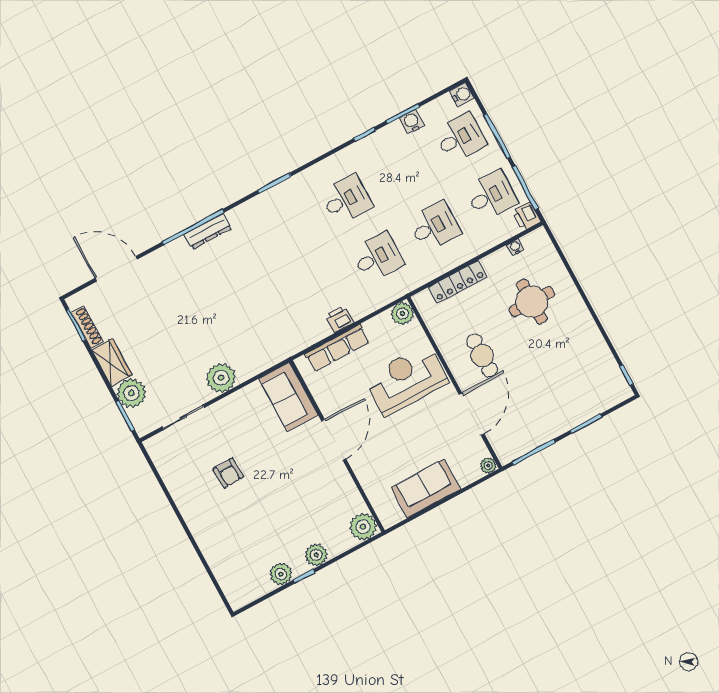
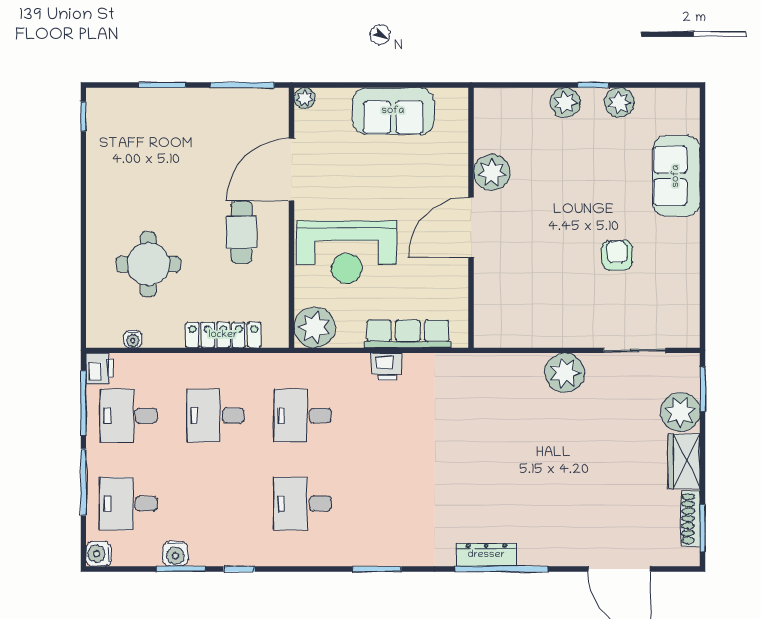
plant: (402, 314) -> (314, 327), width x1.36, depth x1.36
sofa: (288, 397) -> (676, 176), moved, turned 180
plant: (363, 527) -> (492, 172), moved

